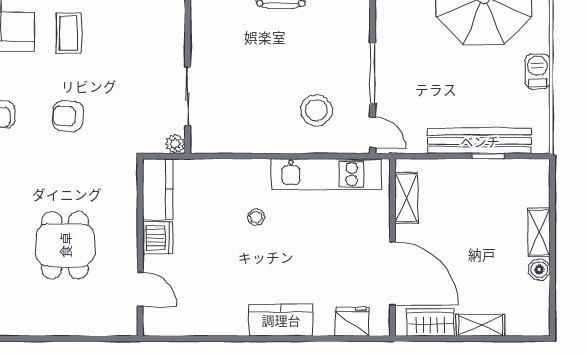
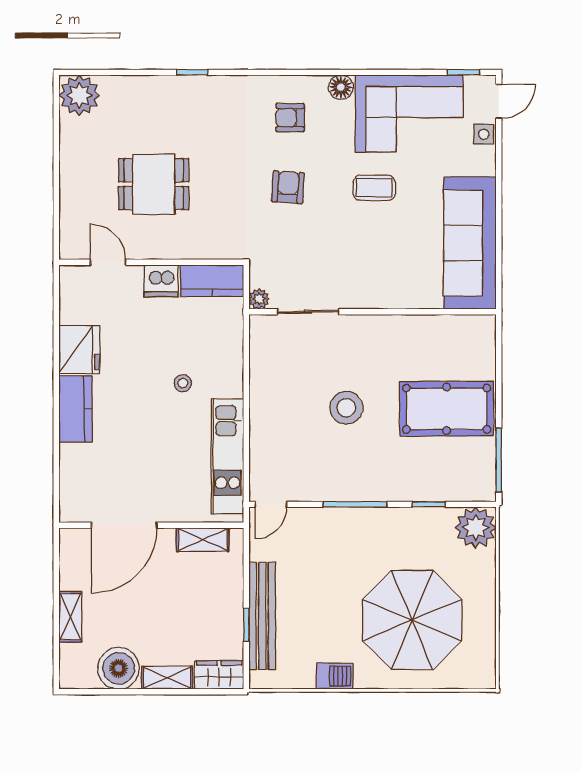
window: (373, 73) -> (355, 504), moved
stool: (316, 110) -> (346, 408), moved
boiler: (539, 270) -> (119, 668), width x1.86, depth x1.86
door: (140, 289) -> (108, 262), swing flipped
fridge: (352, 322) -> (79, 350), moved, width x1.36, depth x1.34
wardrobe: (431, 322) -> (219, 675), moved, turned -90

